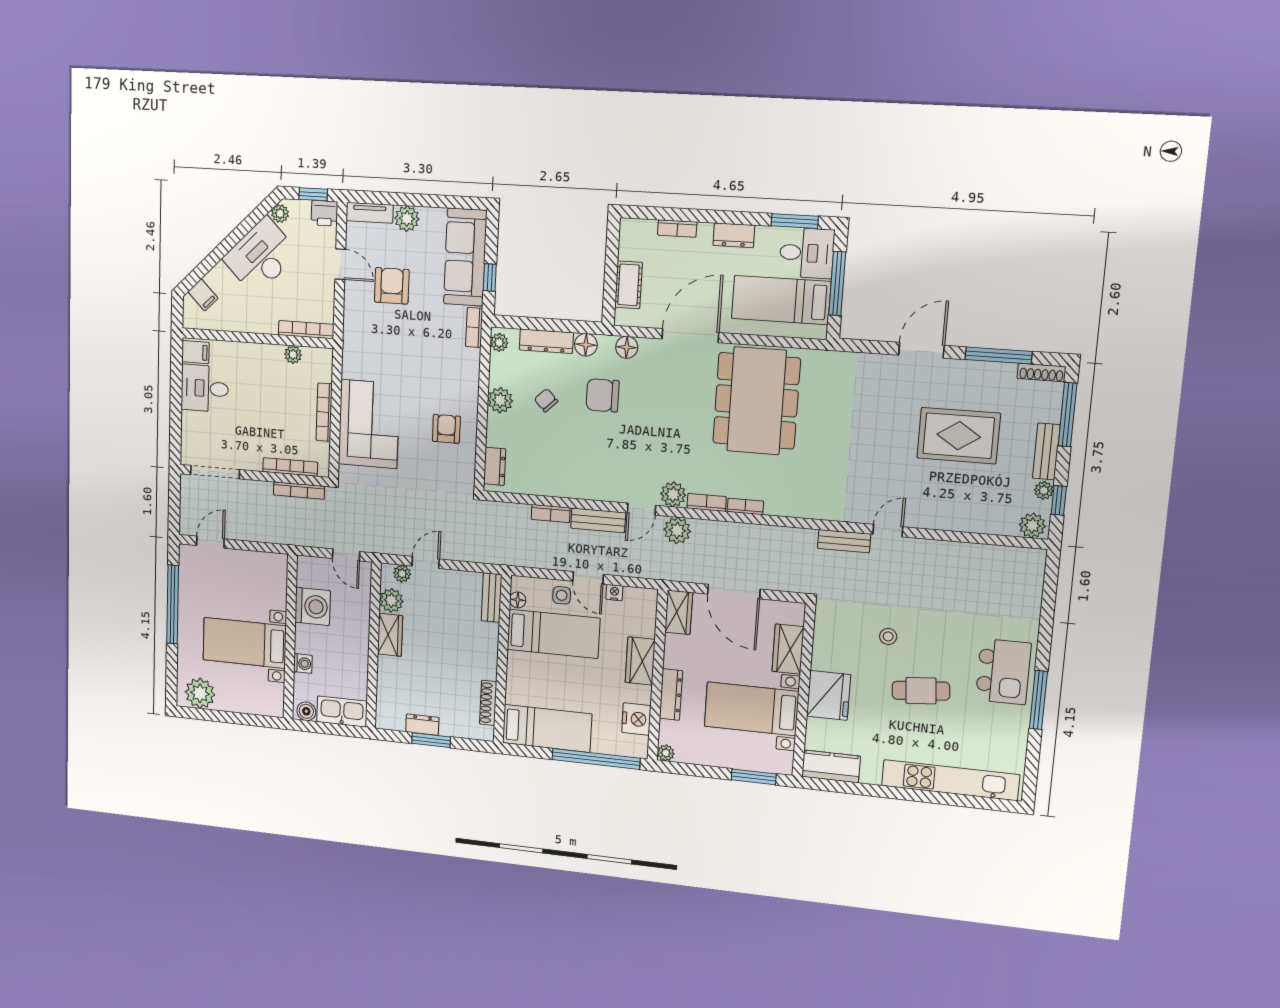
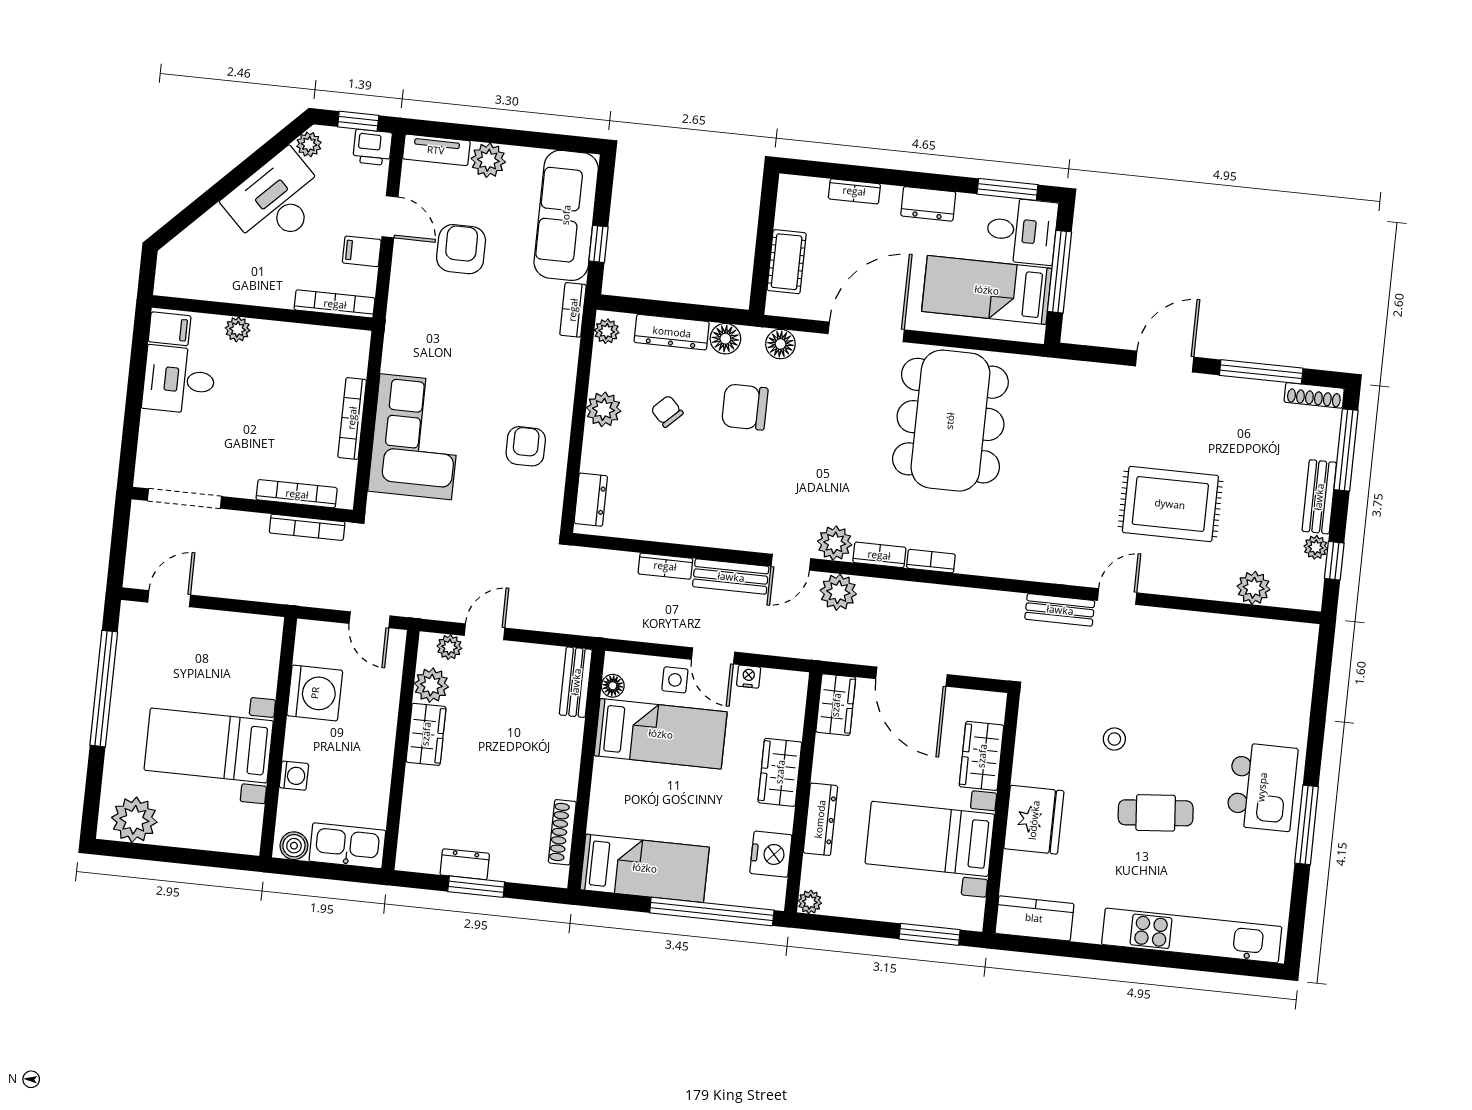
filing cabinet: (203, 295) -> (362, 251), moved, turned 135
plant: (293, 354) -> (238, 329), moved
rug: (959, 436) -> (1170, 504), moved
plant: (1032, 525) -> (1254, 588), moved

